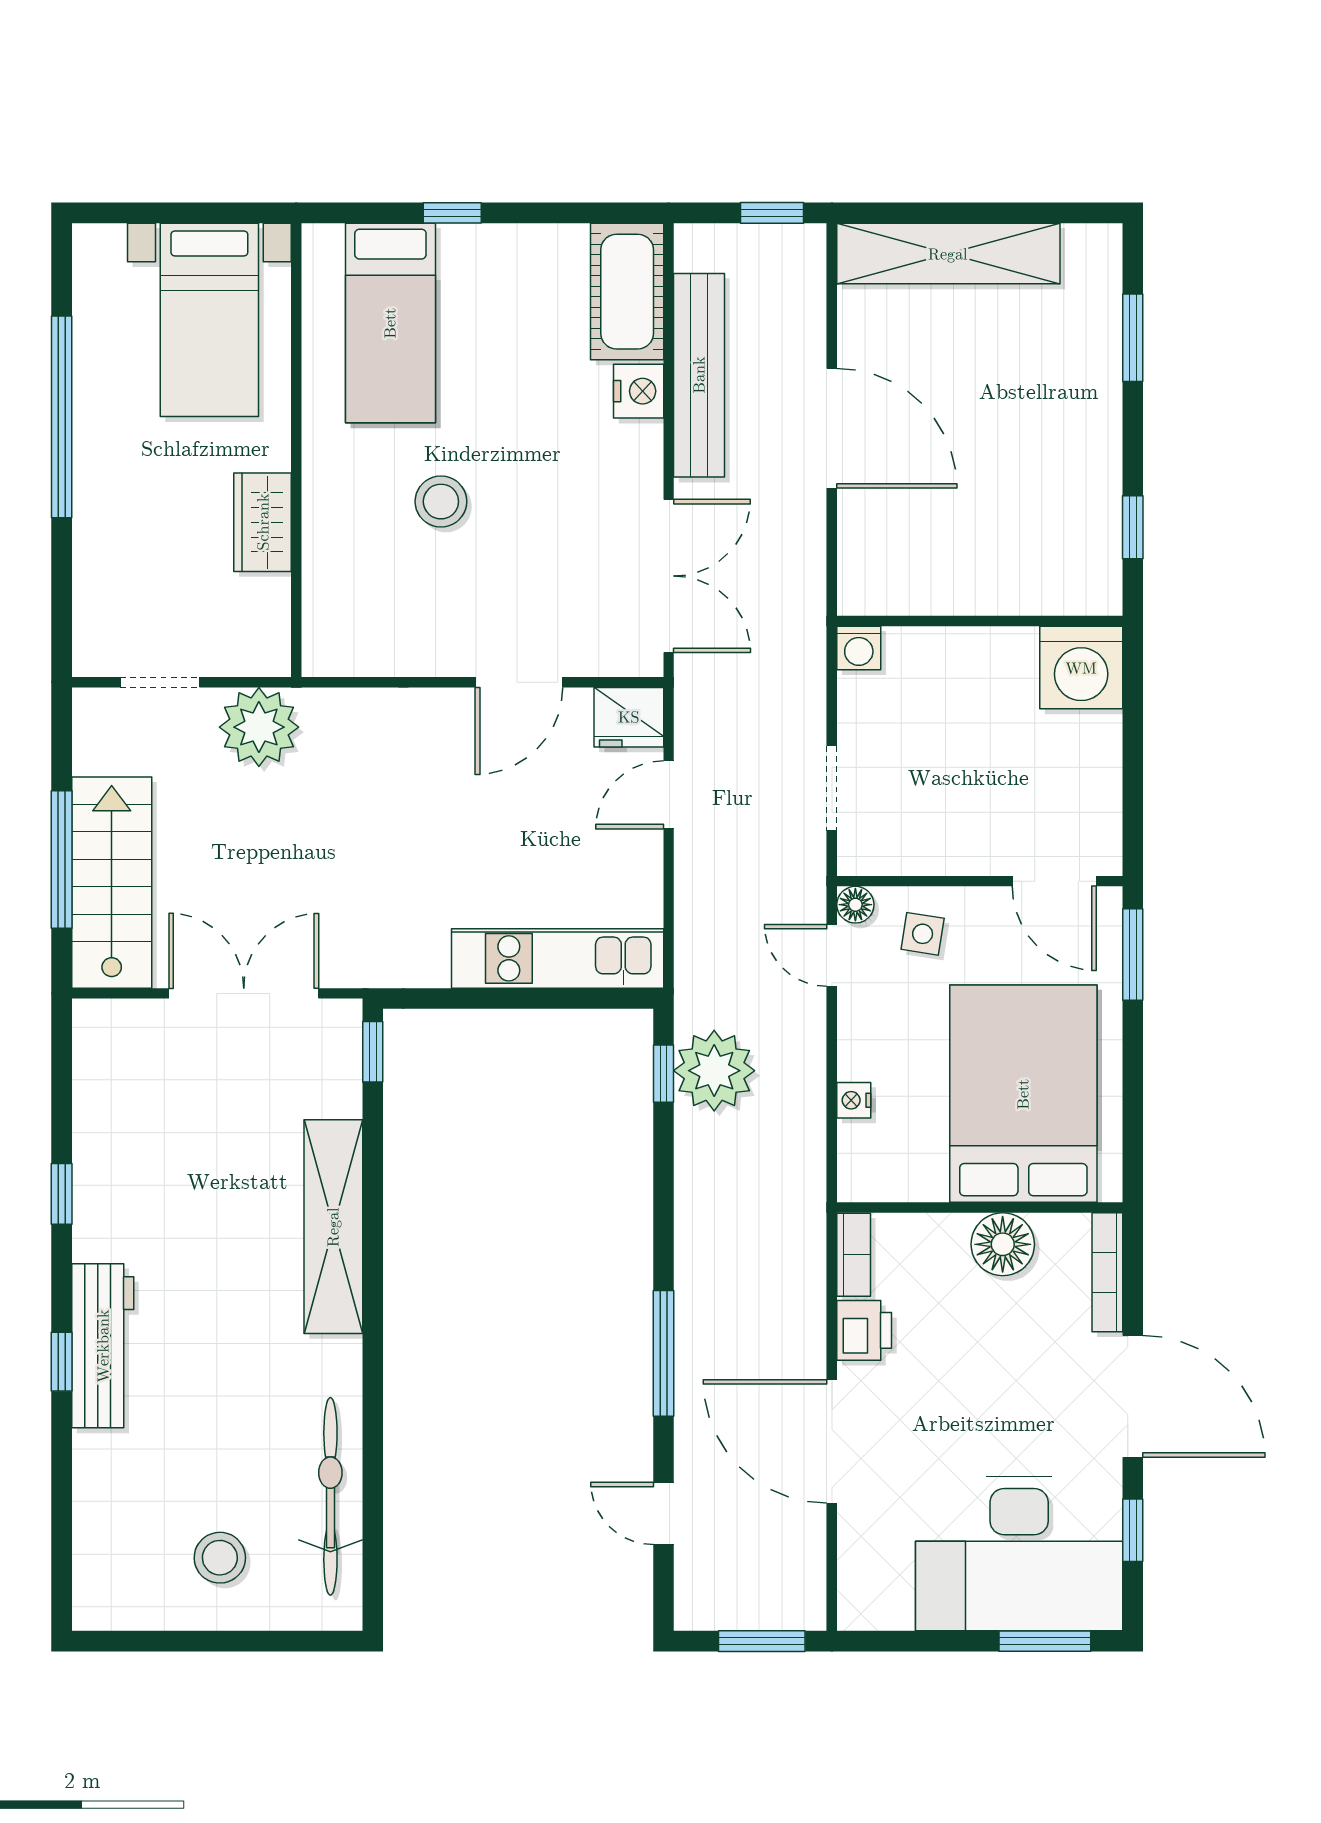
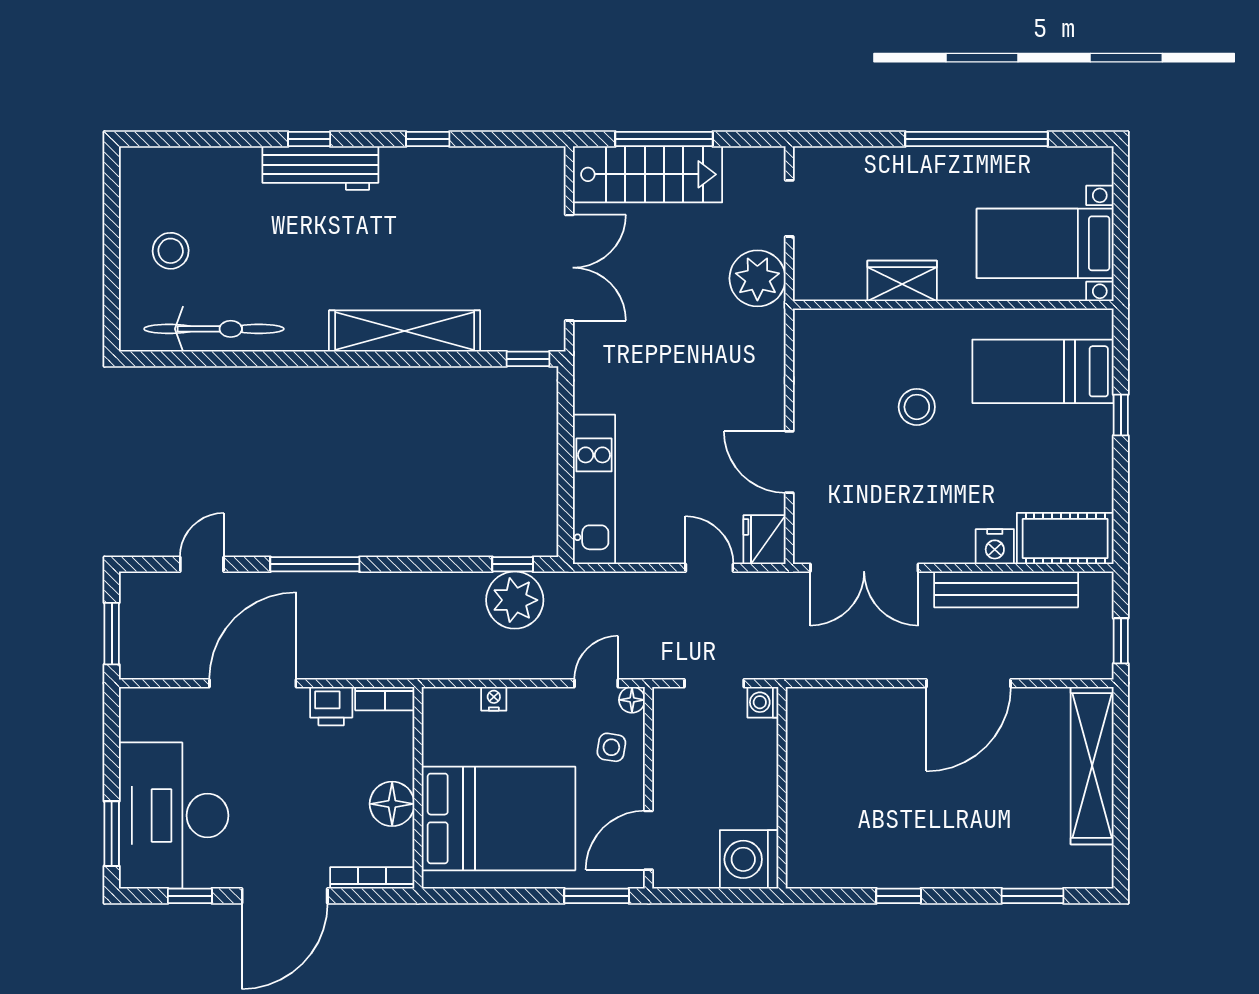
wall: (980, 621) -> (782, 788), moved
washing machine: (859, 648) -> (763, 702), moved
washing machine: (1081, 668) -> (749, 859), moved

